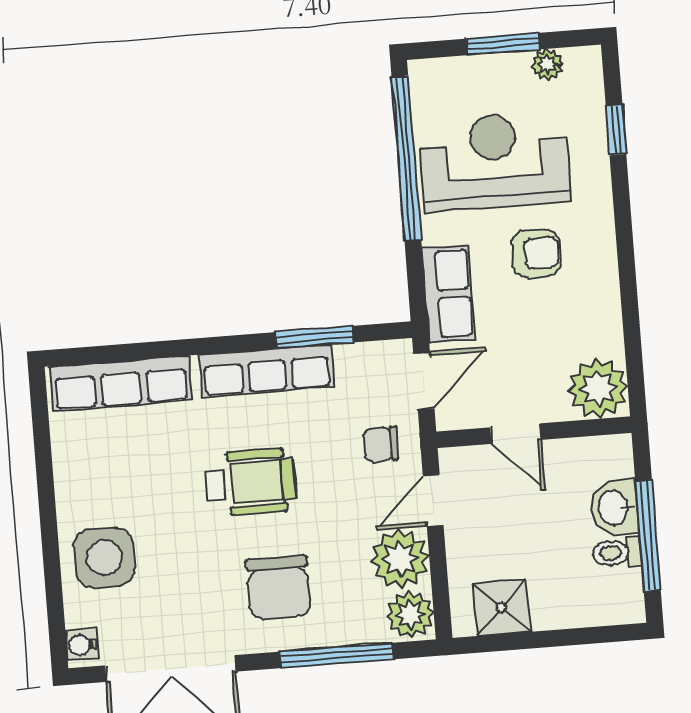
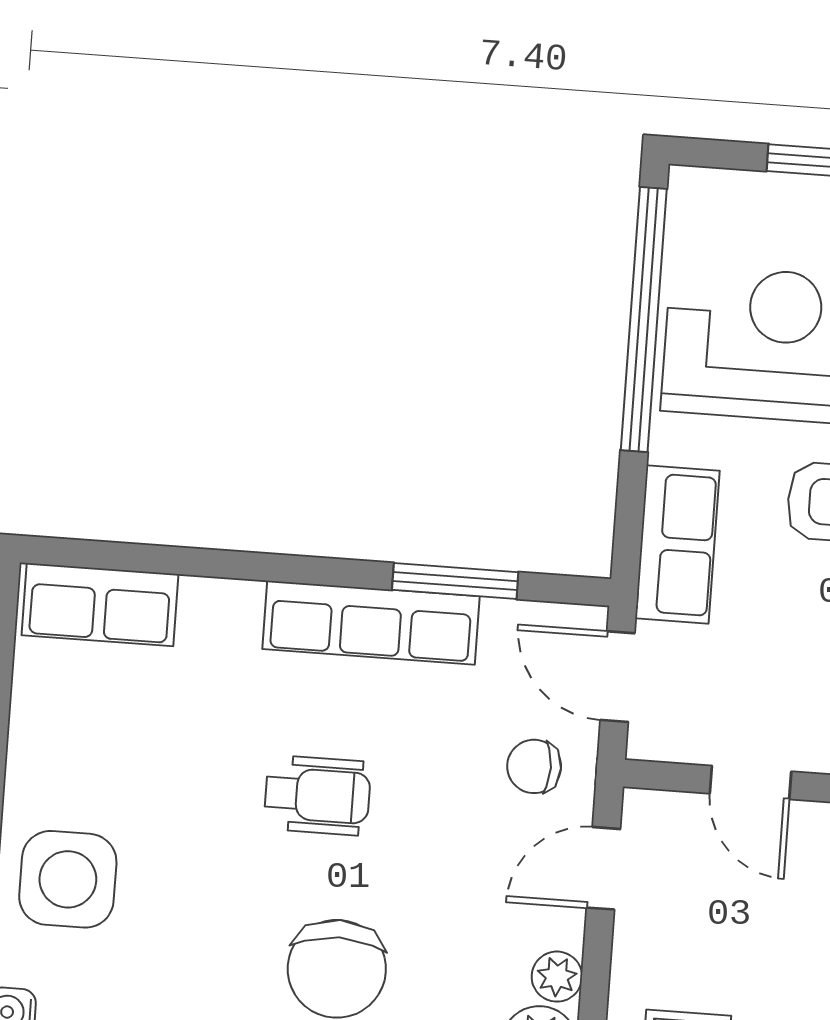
door: (424, 381) -> (618, 677), swing flipped
row of seats: (121, 384) -> (100, 605), width x0.68
wheelchair: (250, 482) -> (317, 795), width x0.73, depth x0.73
plant: (400, 559) -> (557, 977), width x0.53, depth x0.53

